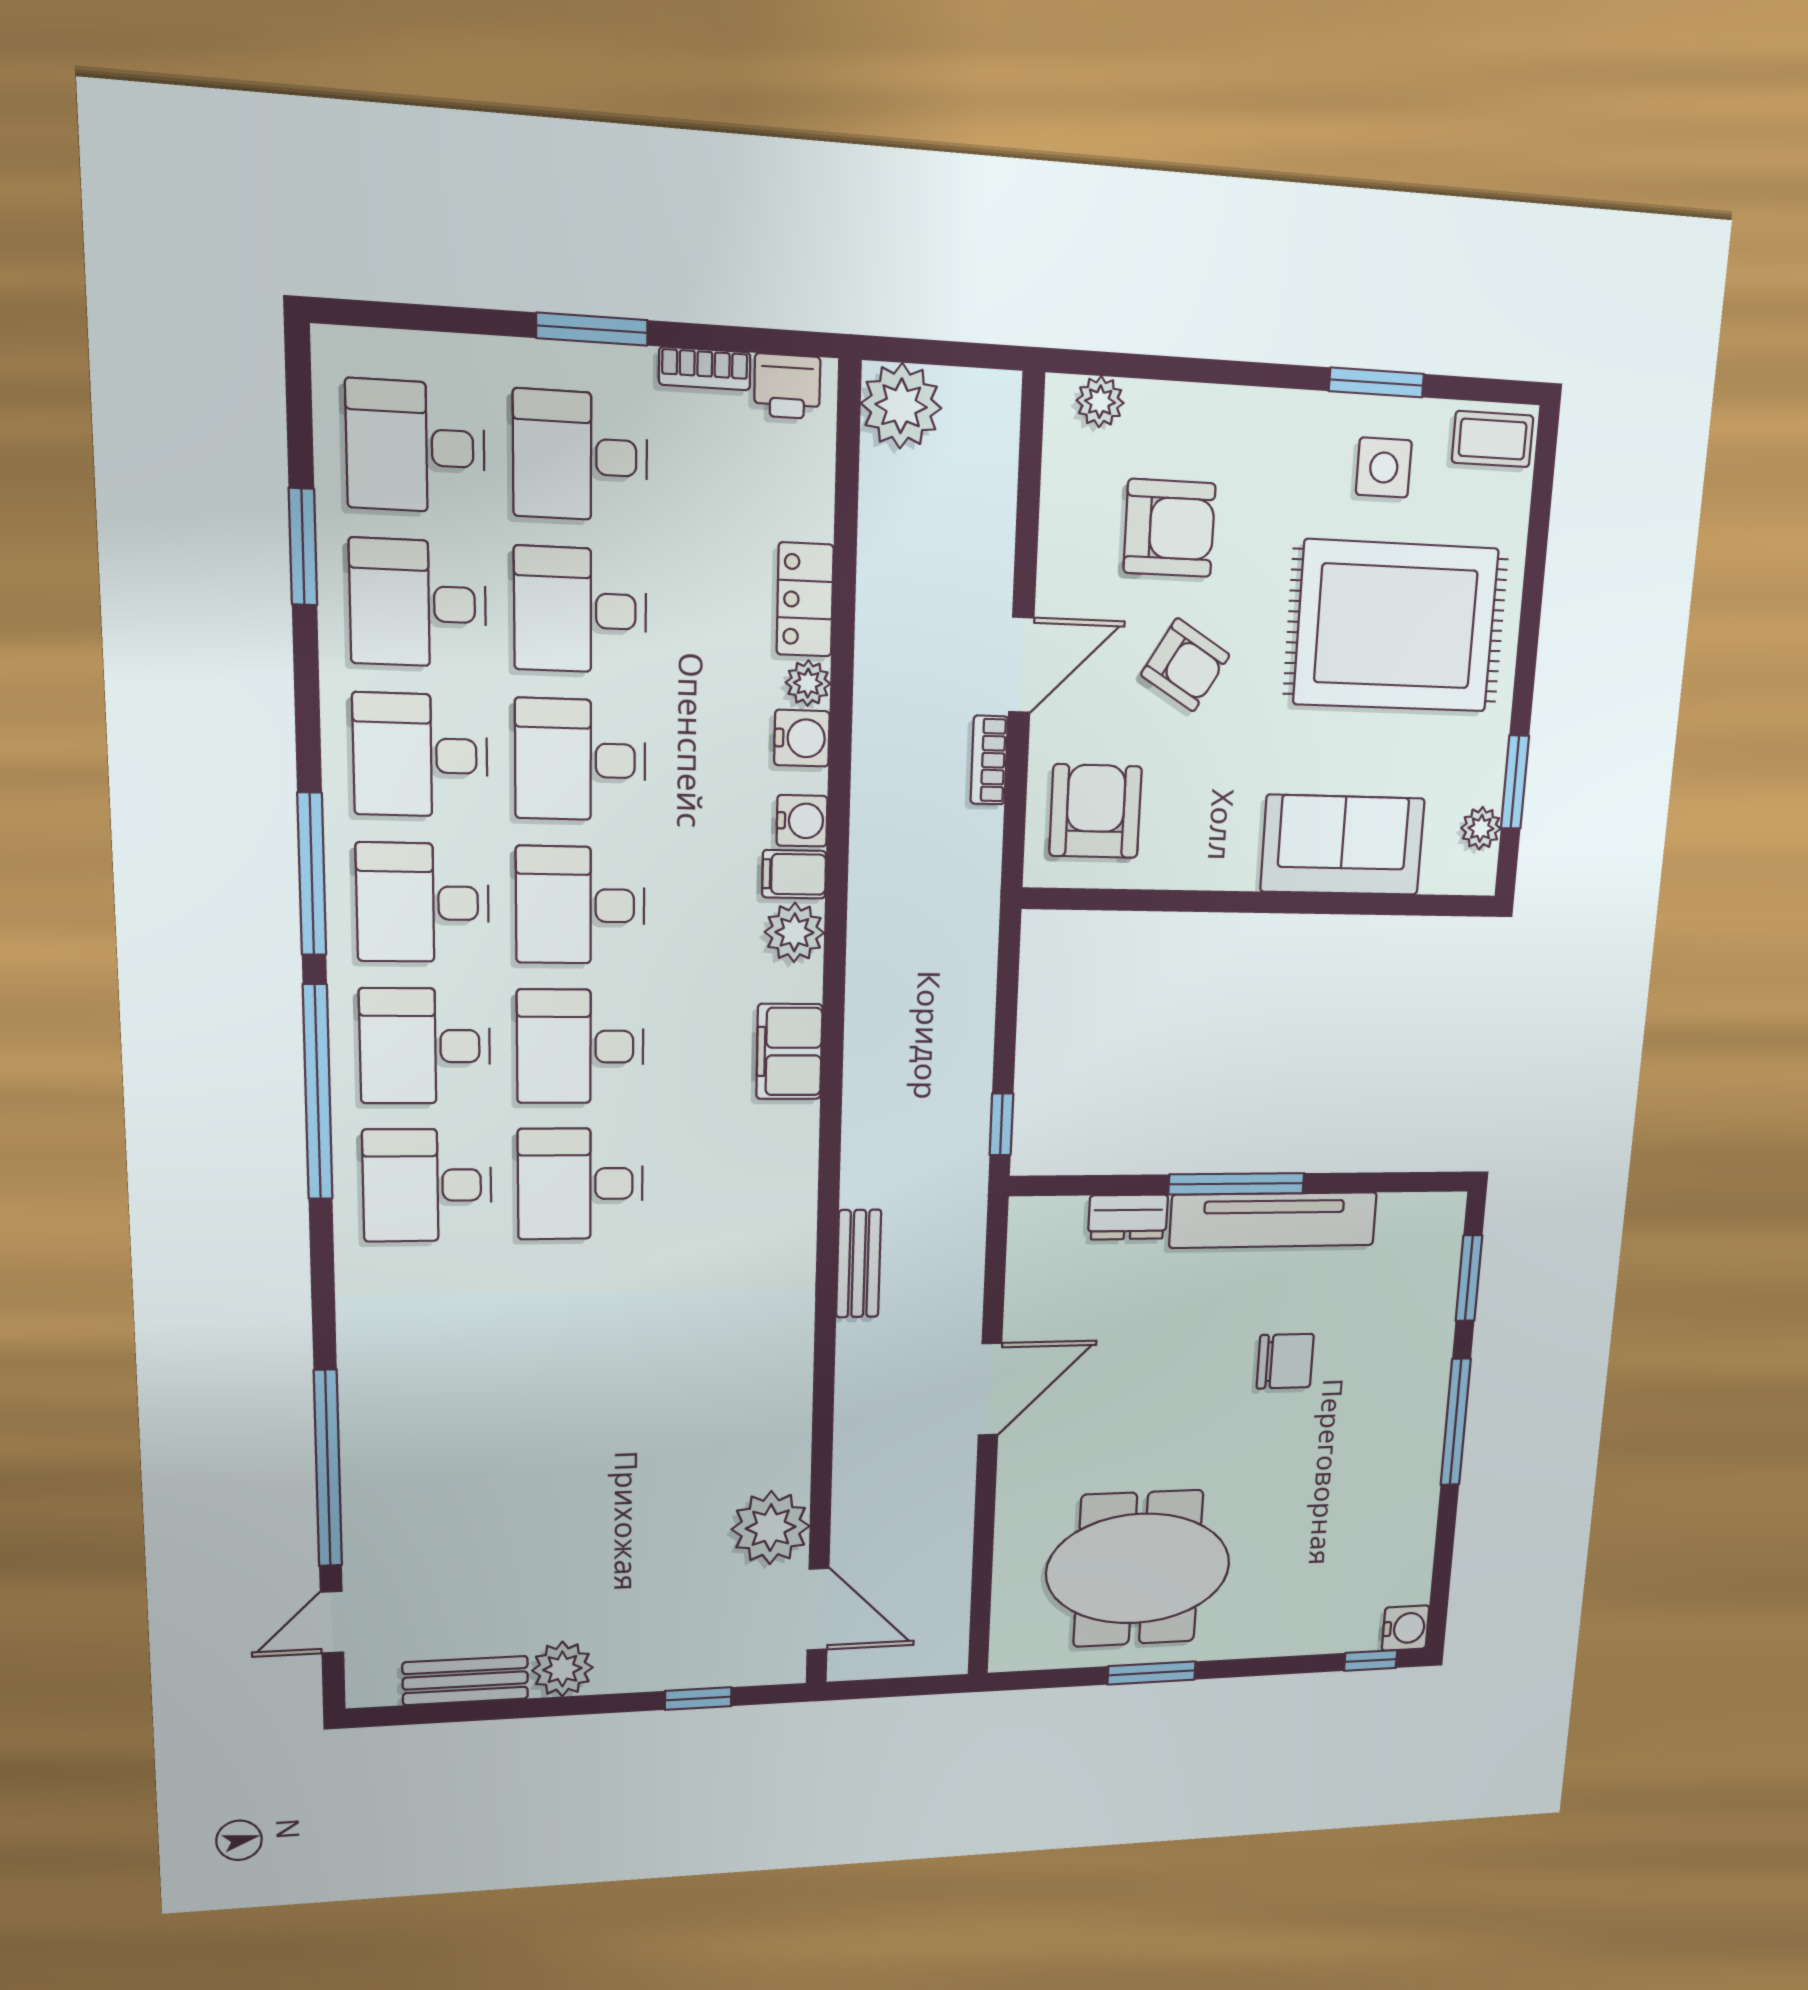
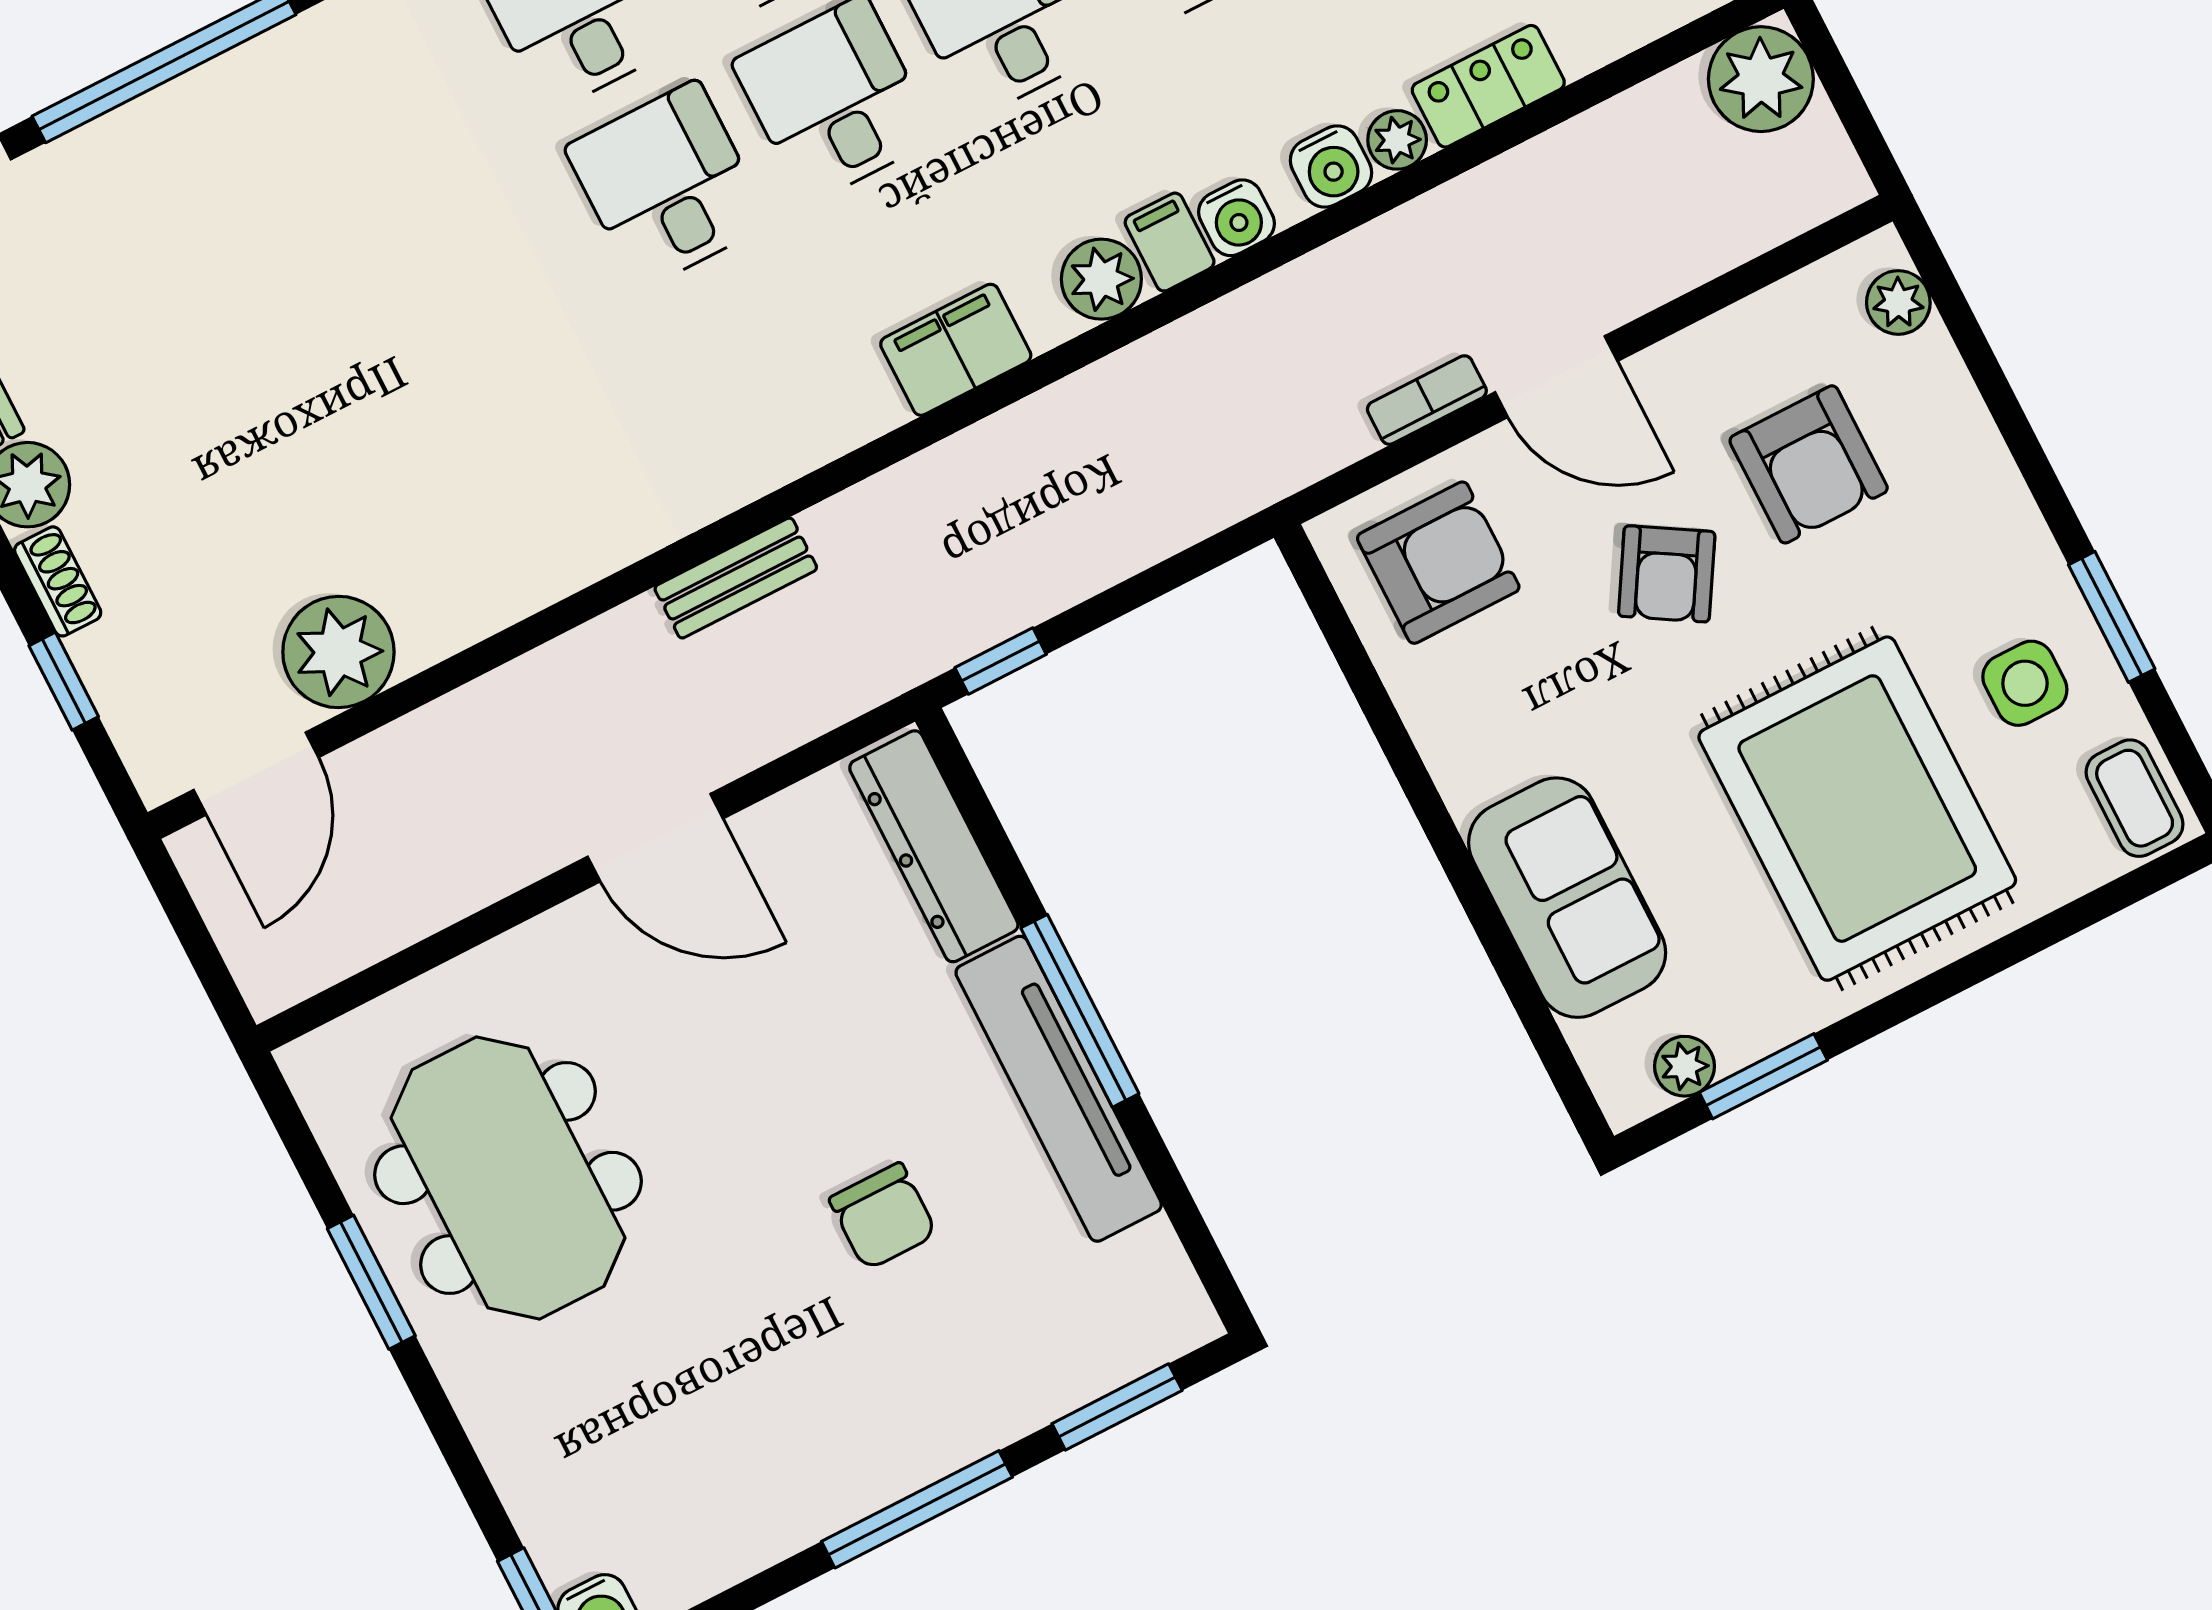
dresser: (1128, 1217) -> (934, 846), width x1.96, depth x1.24
shoe rack: (634, 1676) -> (58, 581), added

